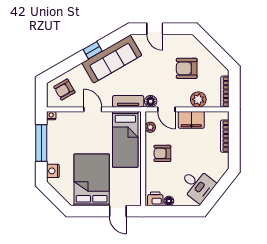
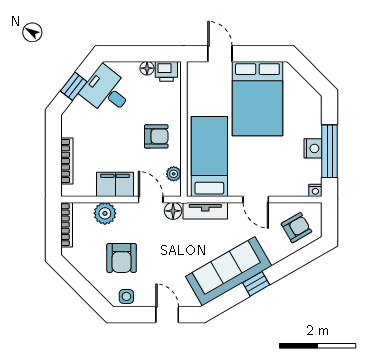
side table: (183, 41) -> (126, 296), added
armchair: (187, 68) -> (122, 258), turned 90
nightstand: (53, 171) -> (313, 148), moved
window: (220, 188) -> (74, 86), added

